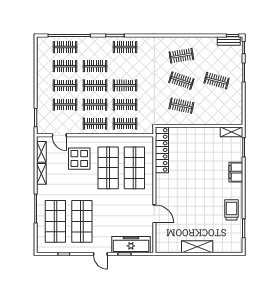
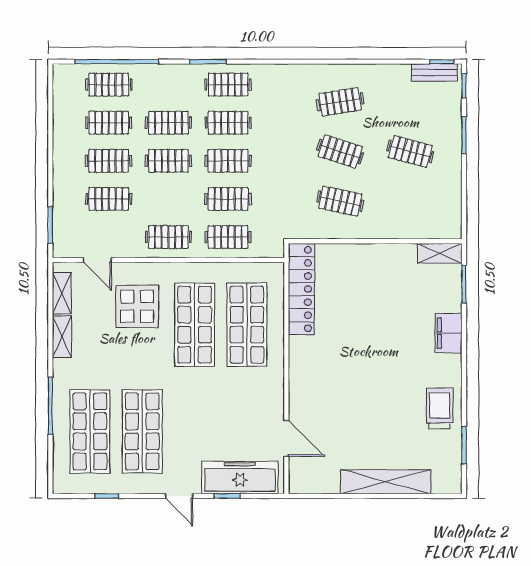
clothes rail: (95, 105) -> (228, 123), moved
door: (154, 214) -> (286, 438), moved
shelving: (197, 247) -> (386, 482), width x1.47

